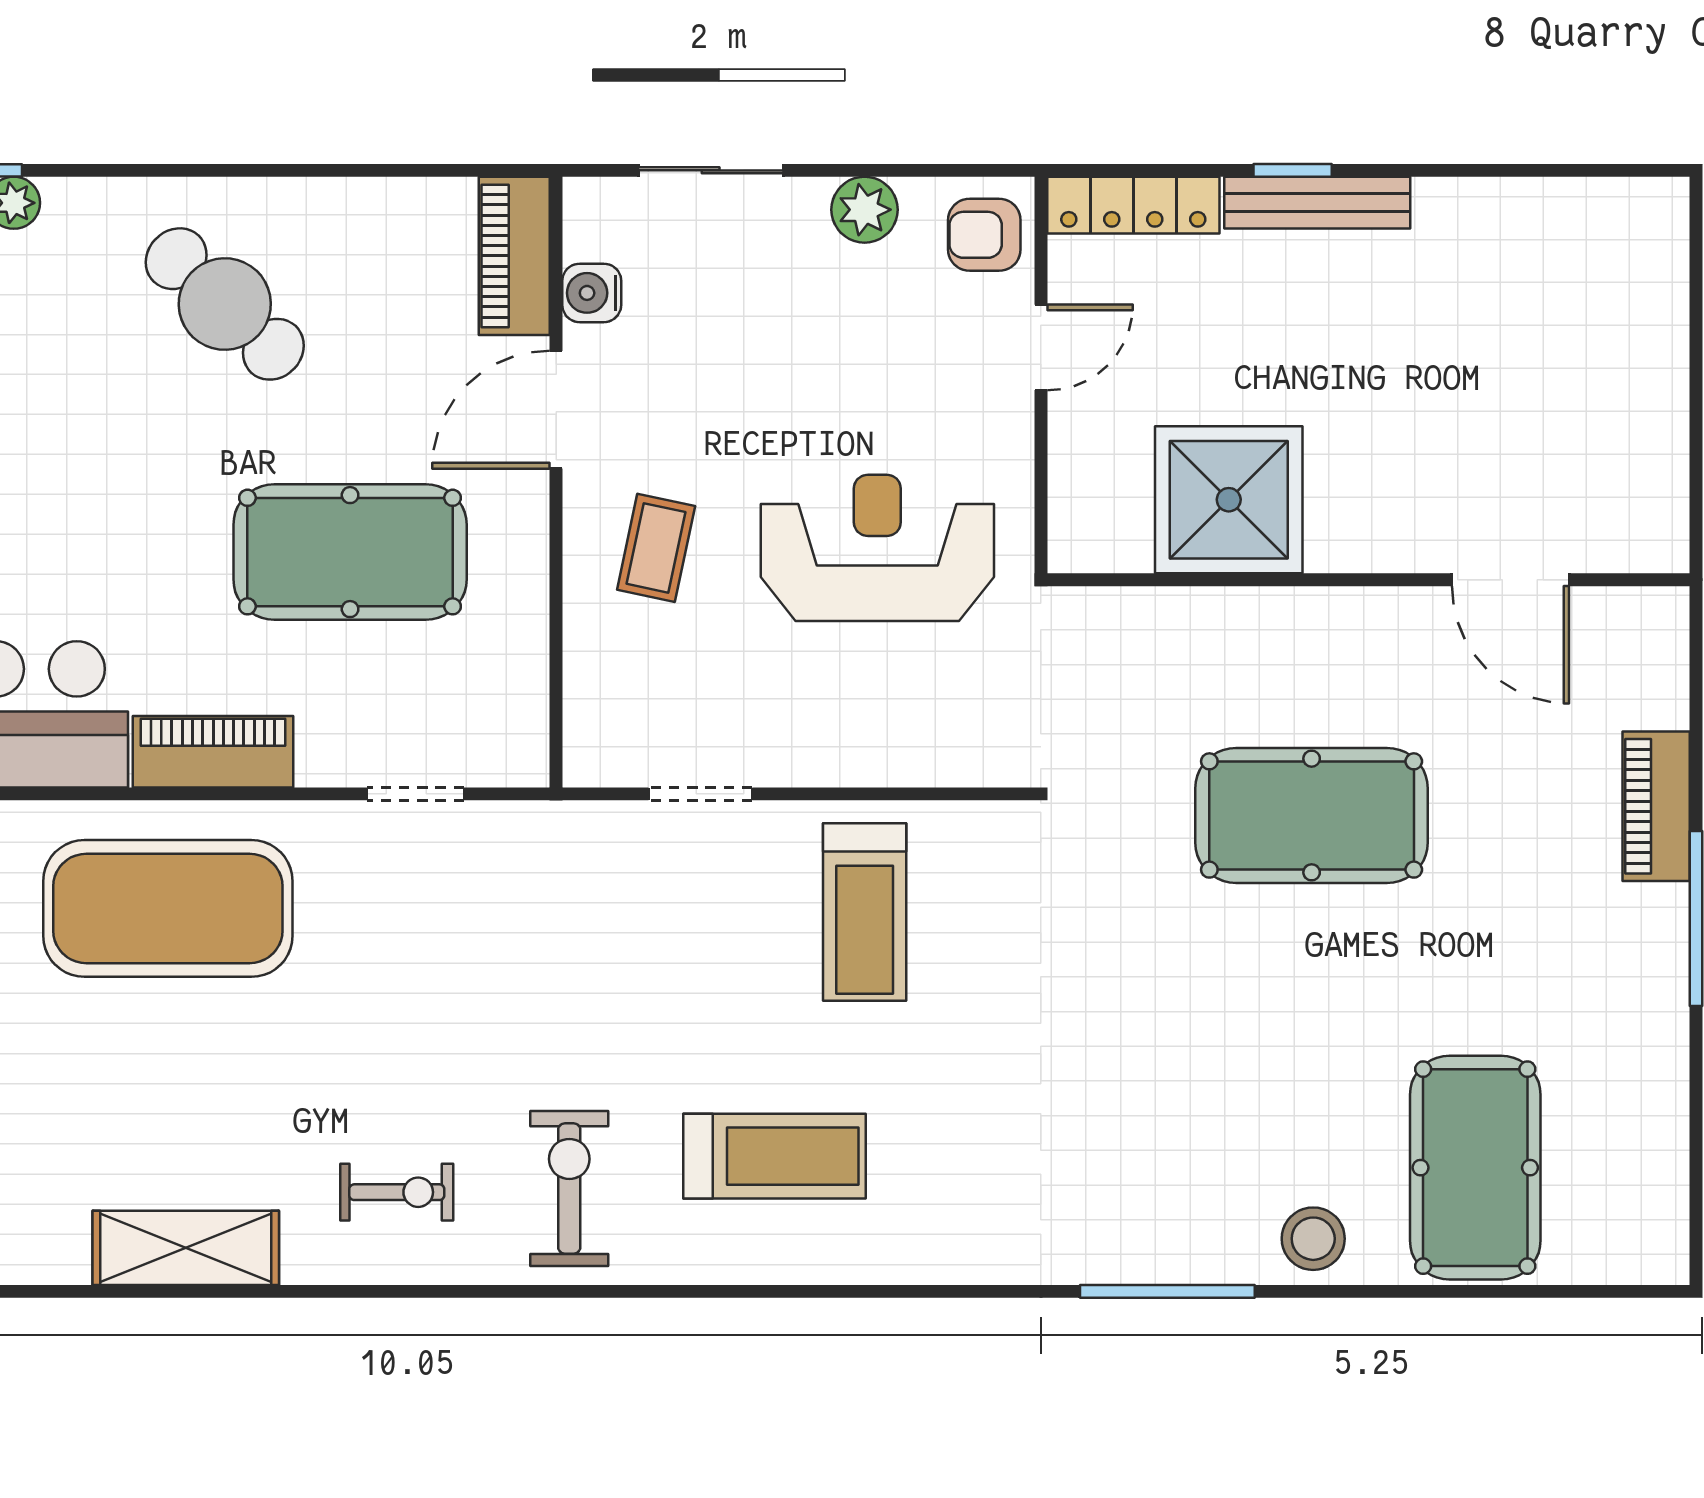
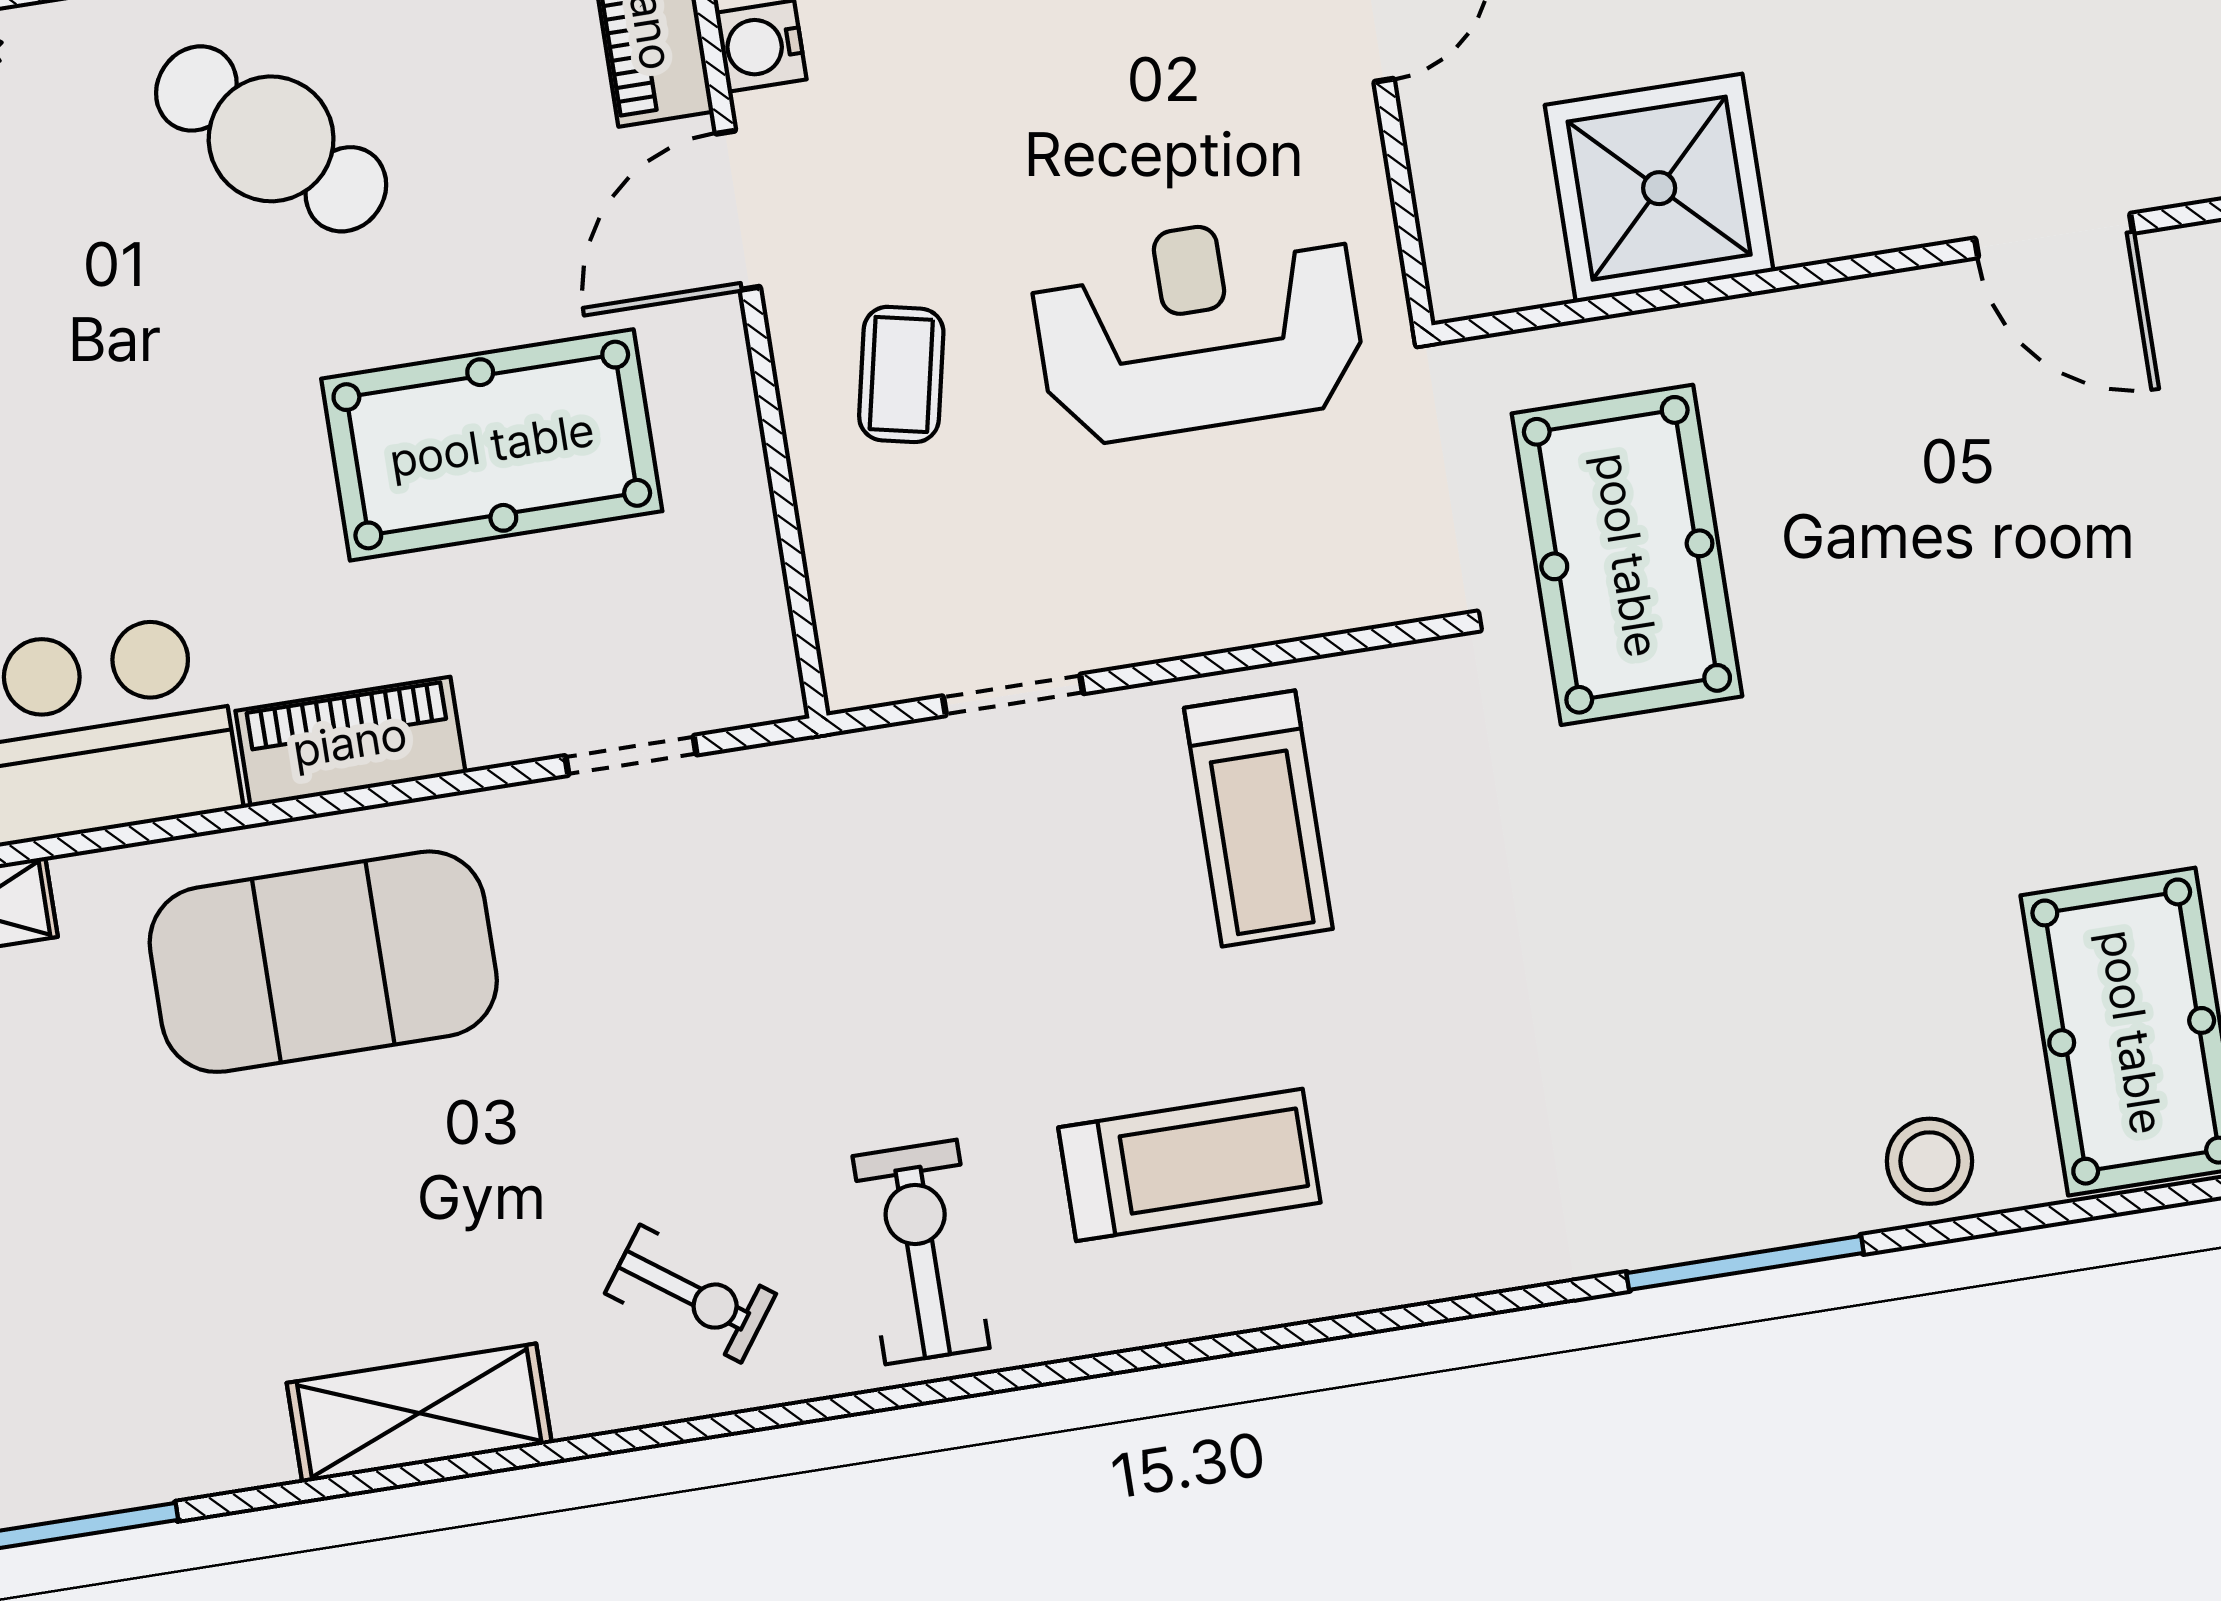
pool table: (1312, 815) -> (1627, 555), moved, turned 90
exercise bike: (397, 1192) -> (690, 1294), turned 36

